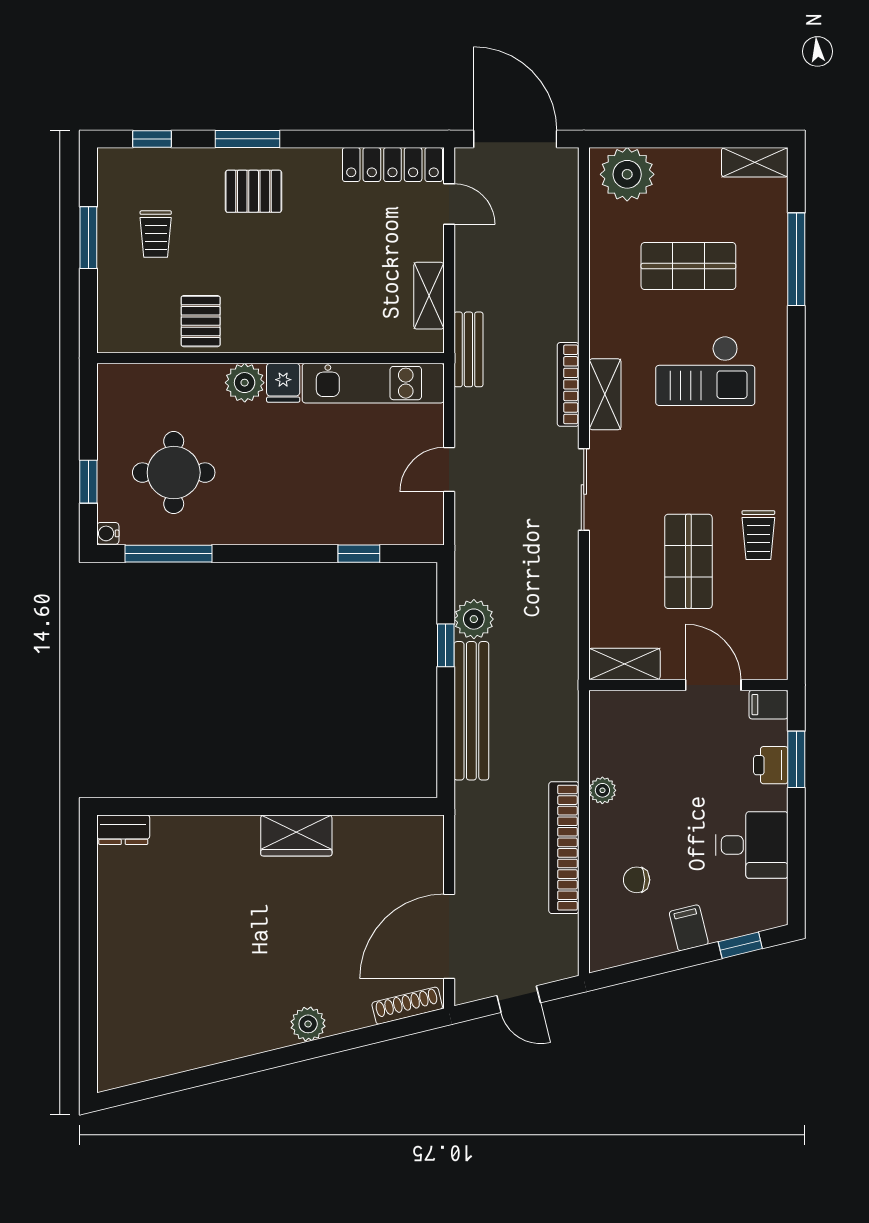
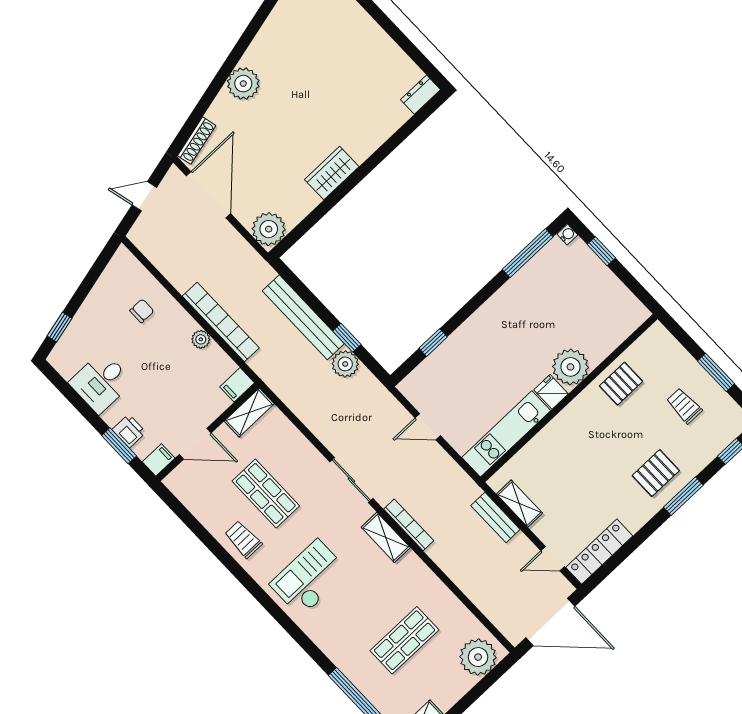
pallet: (201, 321) -> (621, 384), turned 90
bench: (468, 349) -> (495, 518), moved
checkout: (705, 371) -> (309, 578), moved
plant: (245, 383) -> (570, 367), width x1.36, depth x1.36
door: (449, 470) -> (428, 427), swing flipped
round table: (174, 473) -> (563, 296), removed
plant: (420, 839) -> (269, 229), added
bookcase: (564, 848) -> (221, 322), moved
filing cabinet: (689, 928) -> (237, 385), moved, turned 104
plant: (308, 1024) -> (243, 84), width x1.36, depth x1.36

